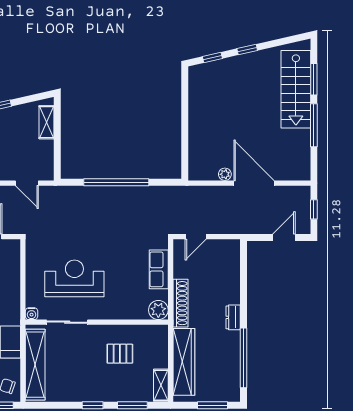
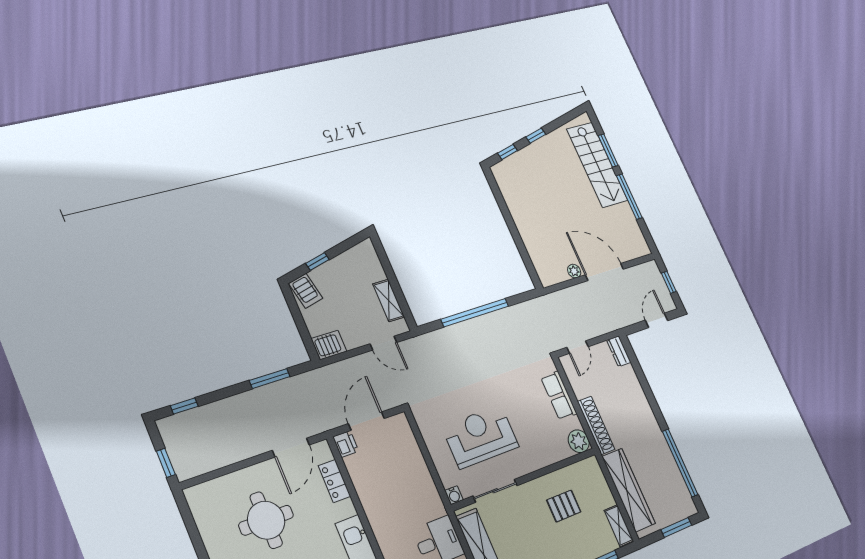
shelving: (47, 122) -> (389, 300), moved
dresser: (233, 317) -> (619, 351), moved

